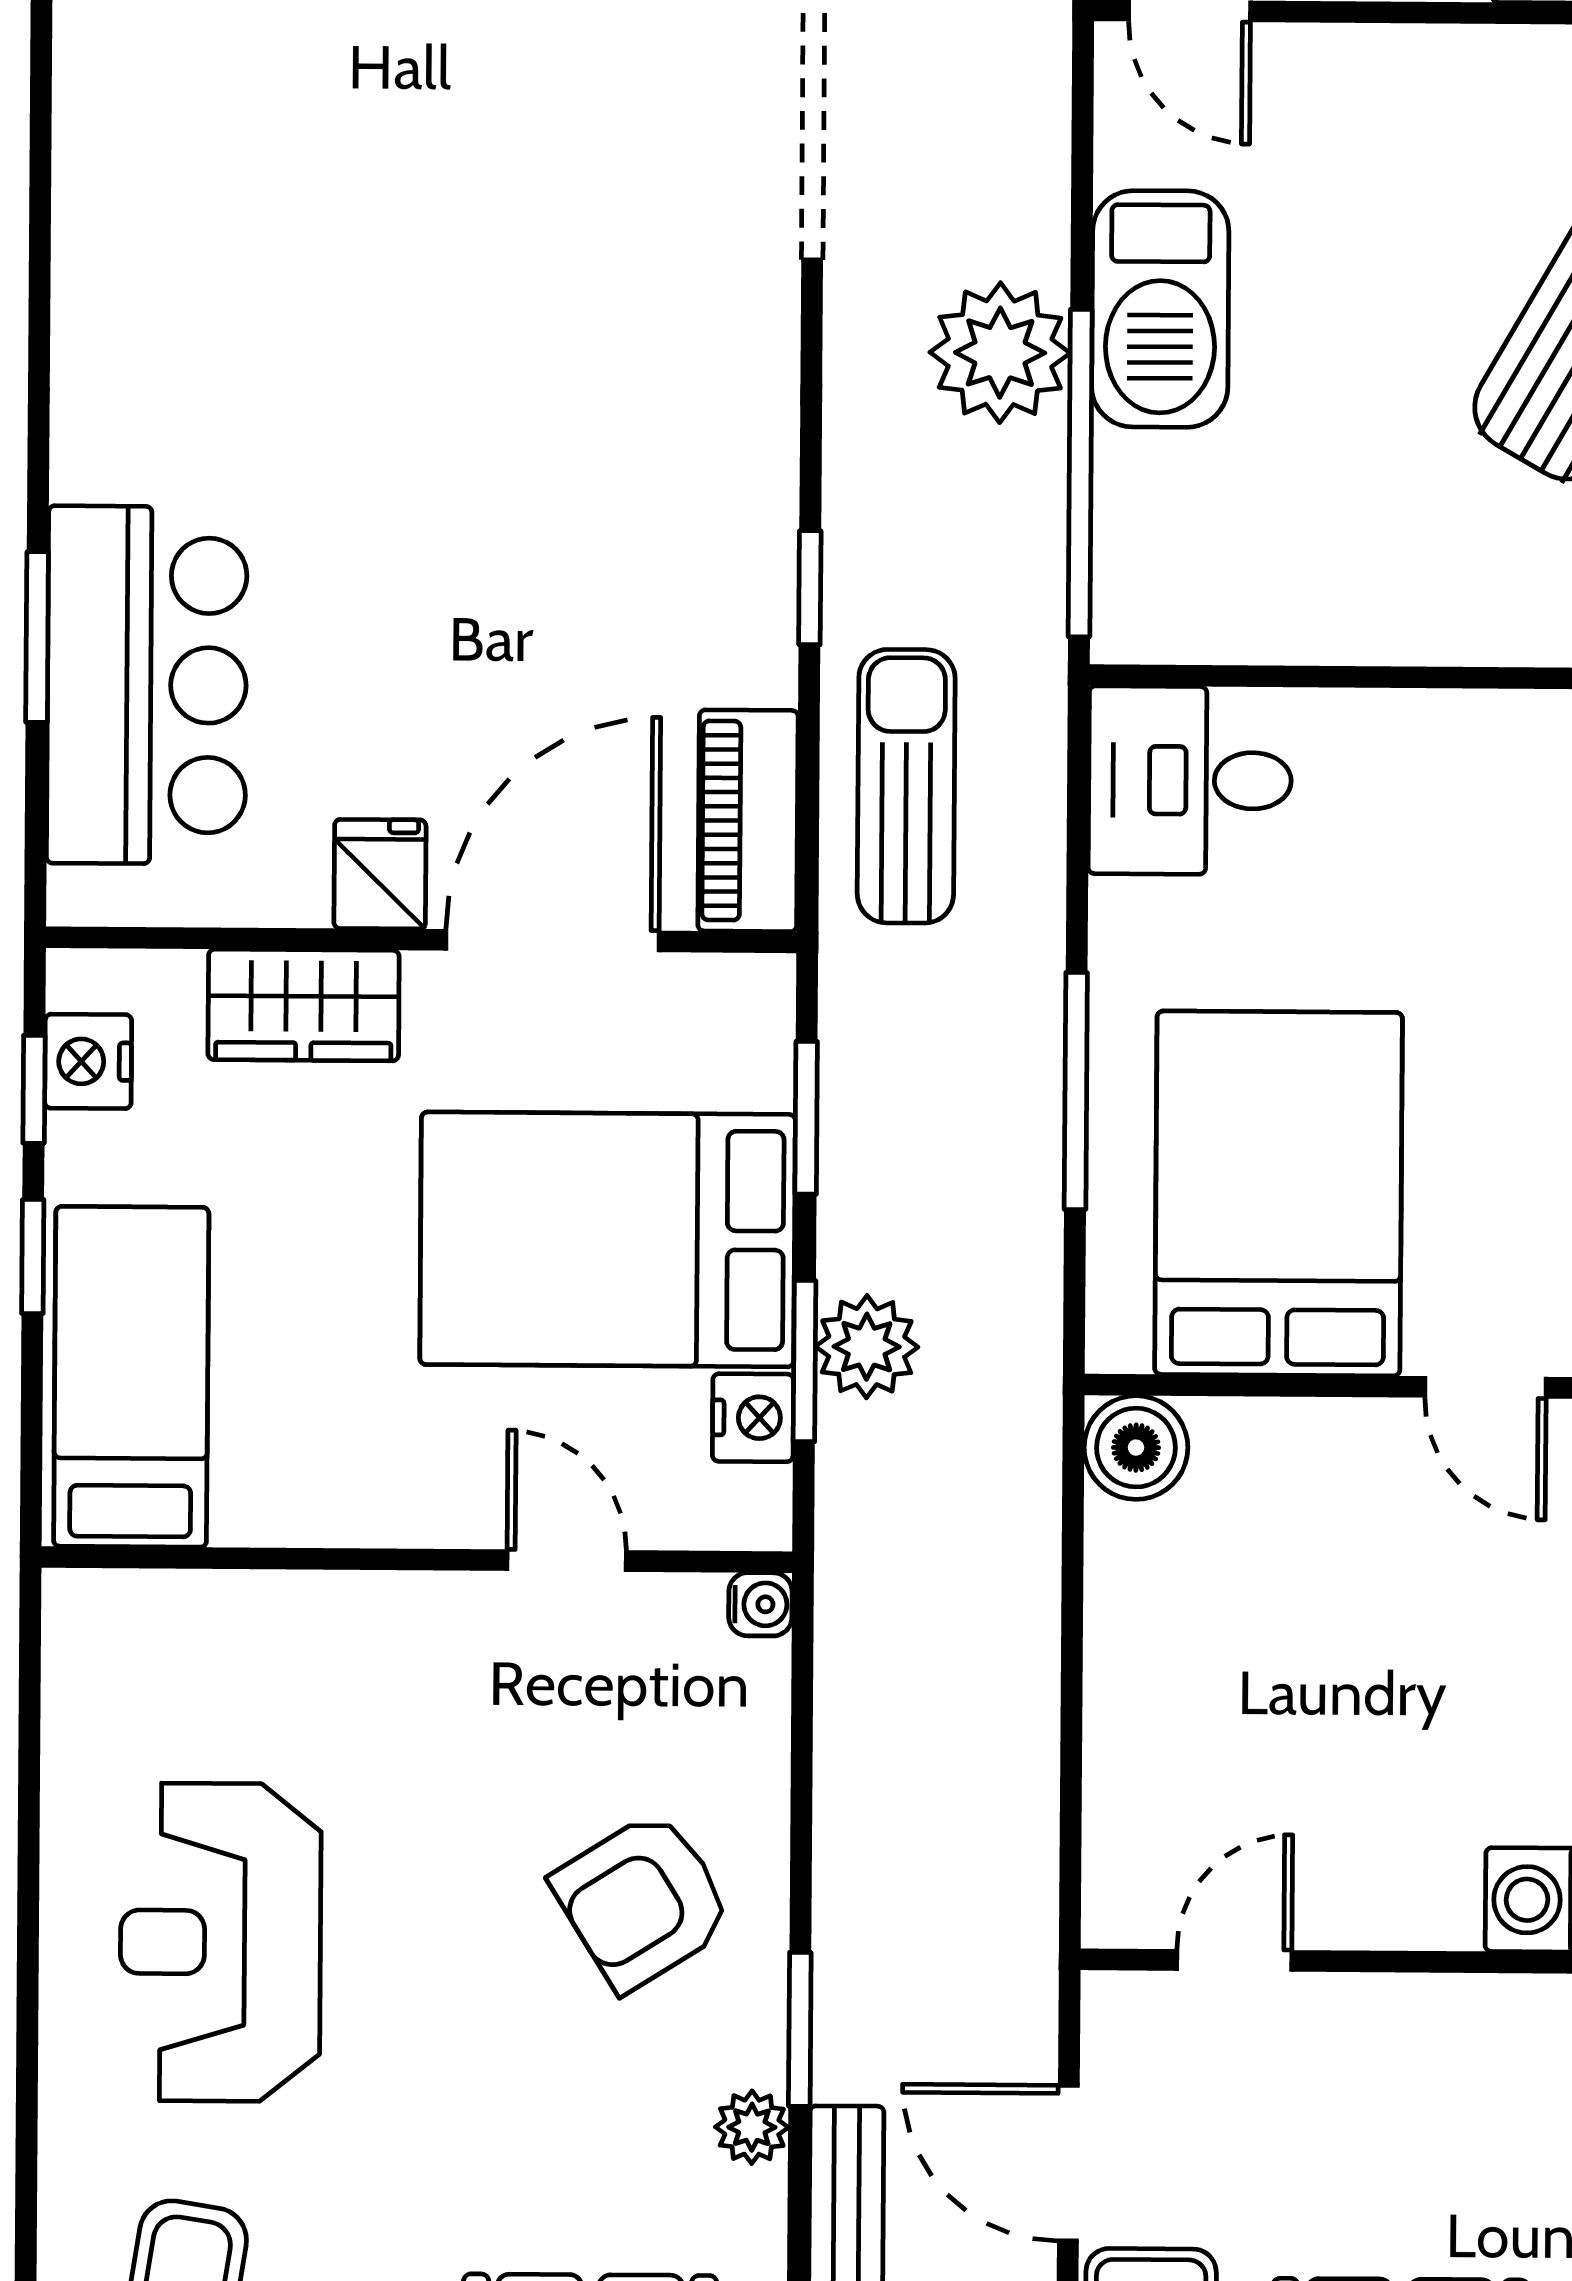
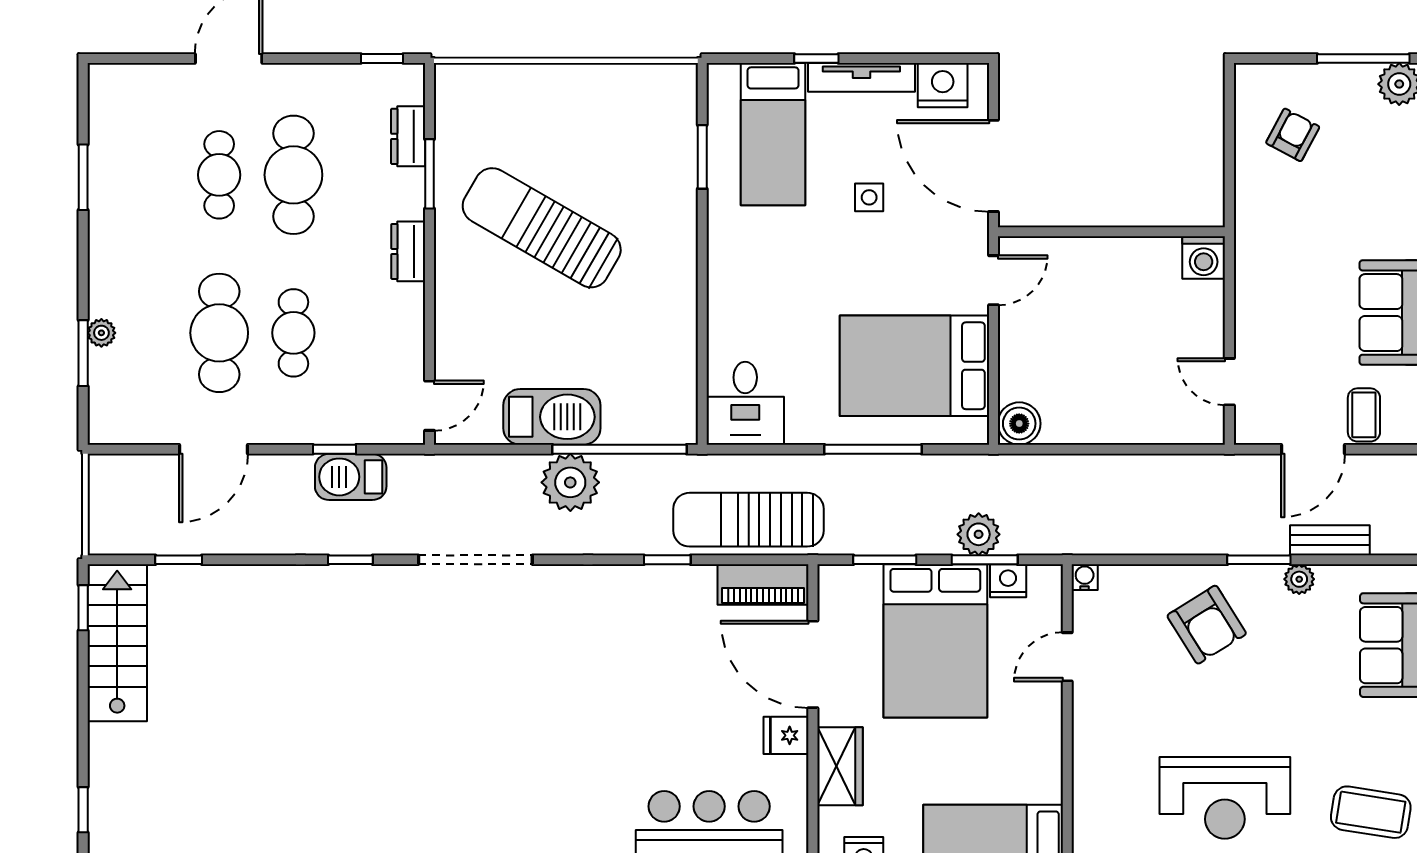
sun lounger: (906, 786) -> (748, 520), width x1.36, depth x1.34

